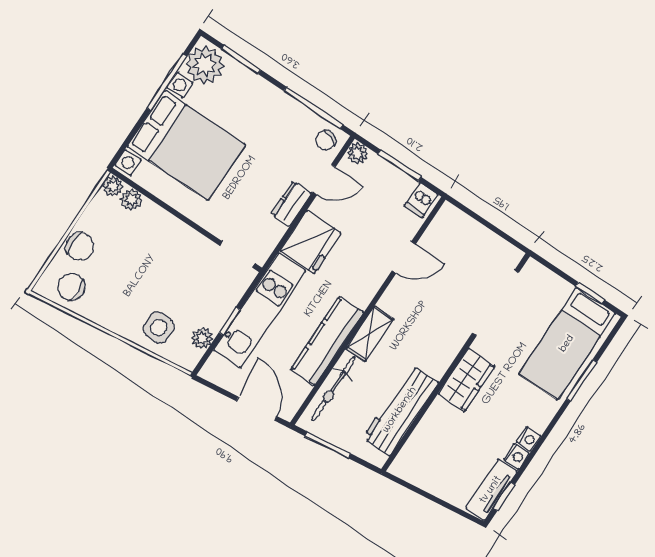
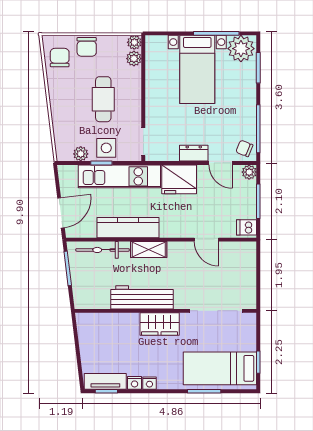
bed with nightstands: (186, 146) -> (197, 69), width x0.73
cafe table: (155, 268) -> (103, 99), added
side table: (159, 328) -> (106, 148), moved
workbench: (400, 410) -> (142, 297), moved

